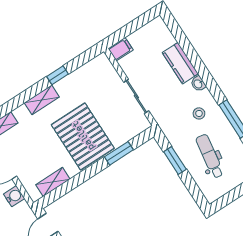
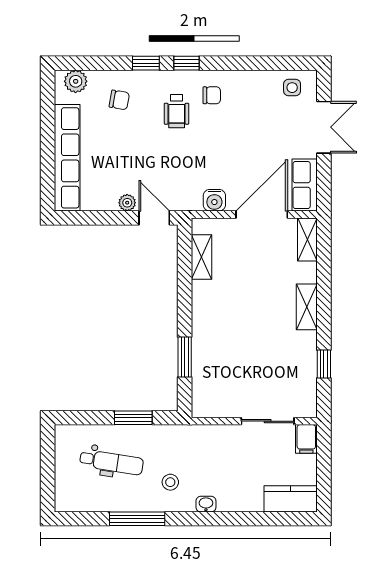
kitchen counter: (180, 63) -> (291, 499), moved
window: (58, 75) -> (324, 364), moved
sliding door: (136, 97) -> (268, 421), moved
pallet: (83, 136) -> (232, 327), removed

